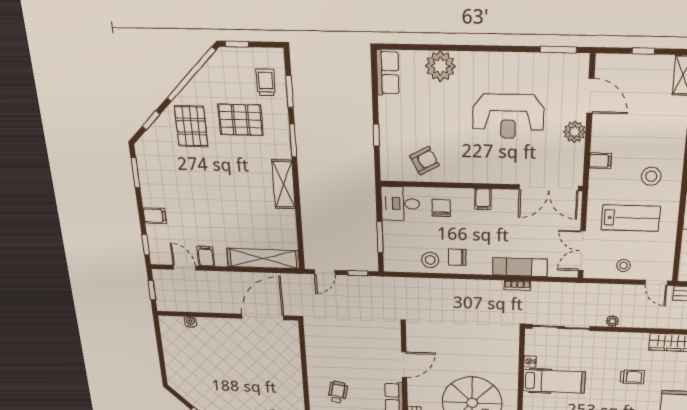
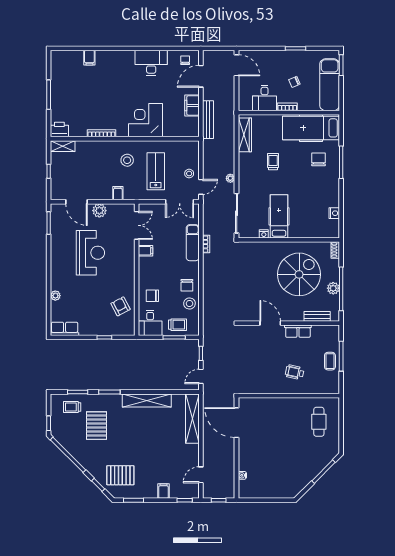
plant: (440, 66) -> (55, 296), width x0.53, depth x0.53
door: (590, 96) -> (76, 202), swing flipped
pallet: (191, 126) -> (120, 475), moved
shelving: (284, 184) -> (147, 400), width x1.47
double door: (549, 188) -> (137, 225), width x0.73
filing cabinet: (483, 199) -> (145, 251), moved
trolley: (399, 242) -> (178, 325), added
filing cabinet: (206, 256) -> (192, 459), removed
door: (325, 272) -> (201, 376), swing flipped
door: (656, 283) -> (201, 187), moved

